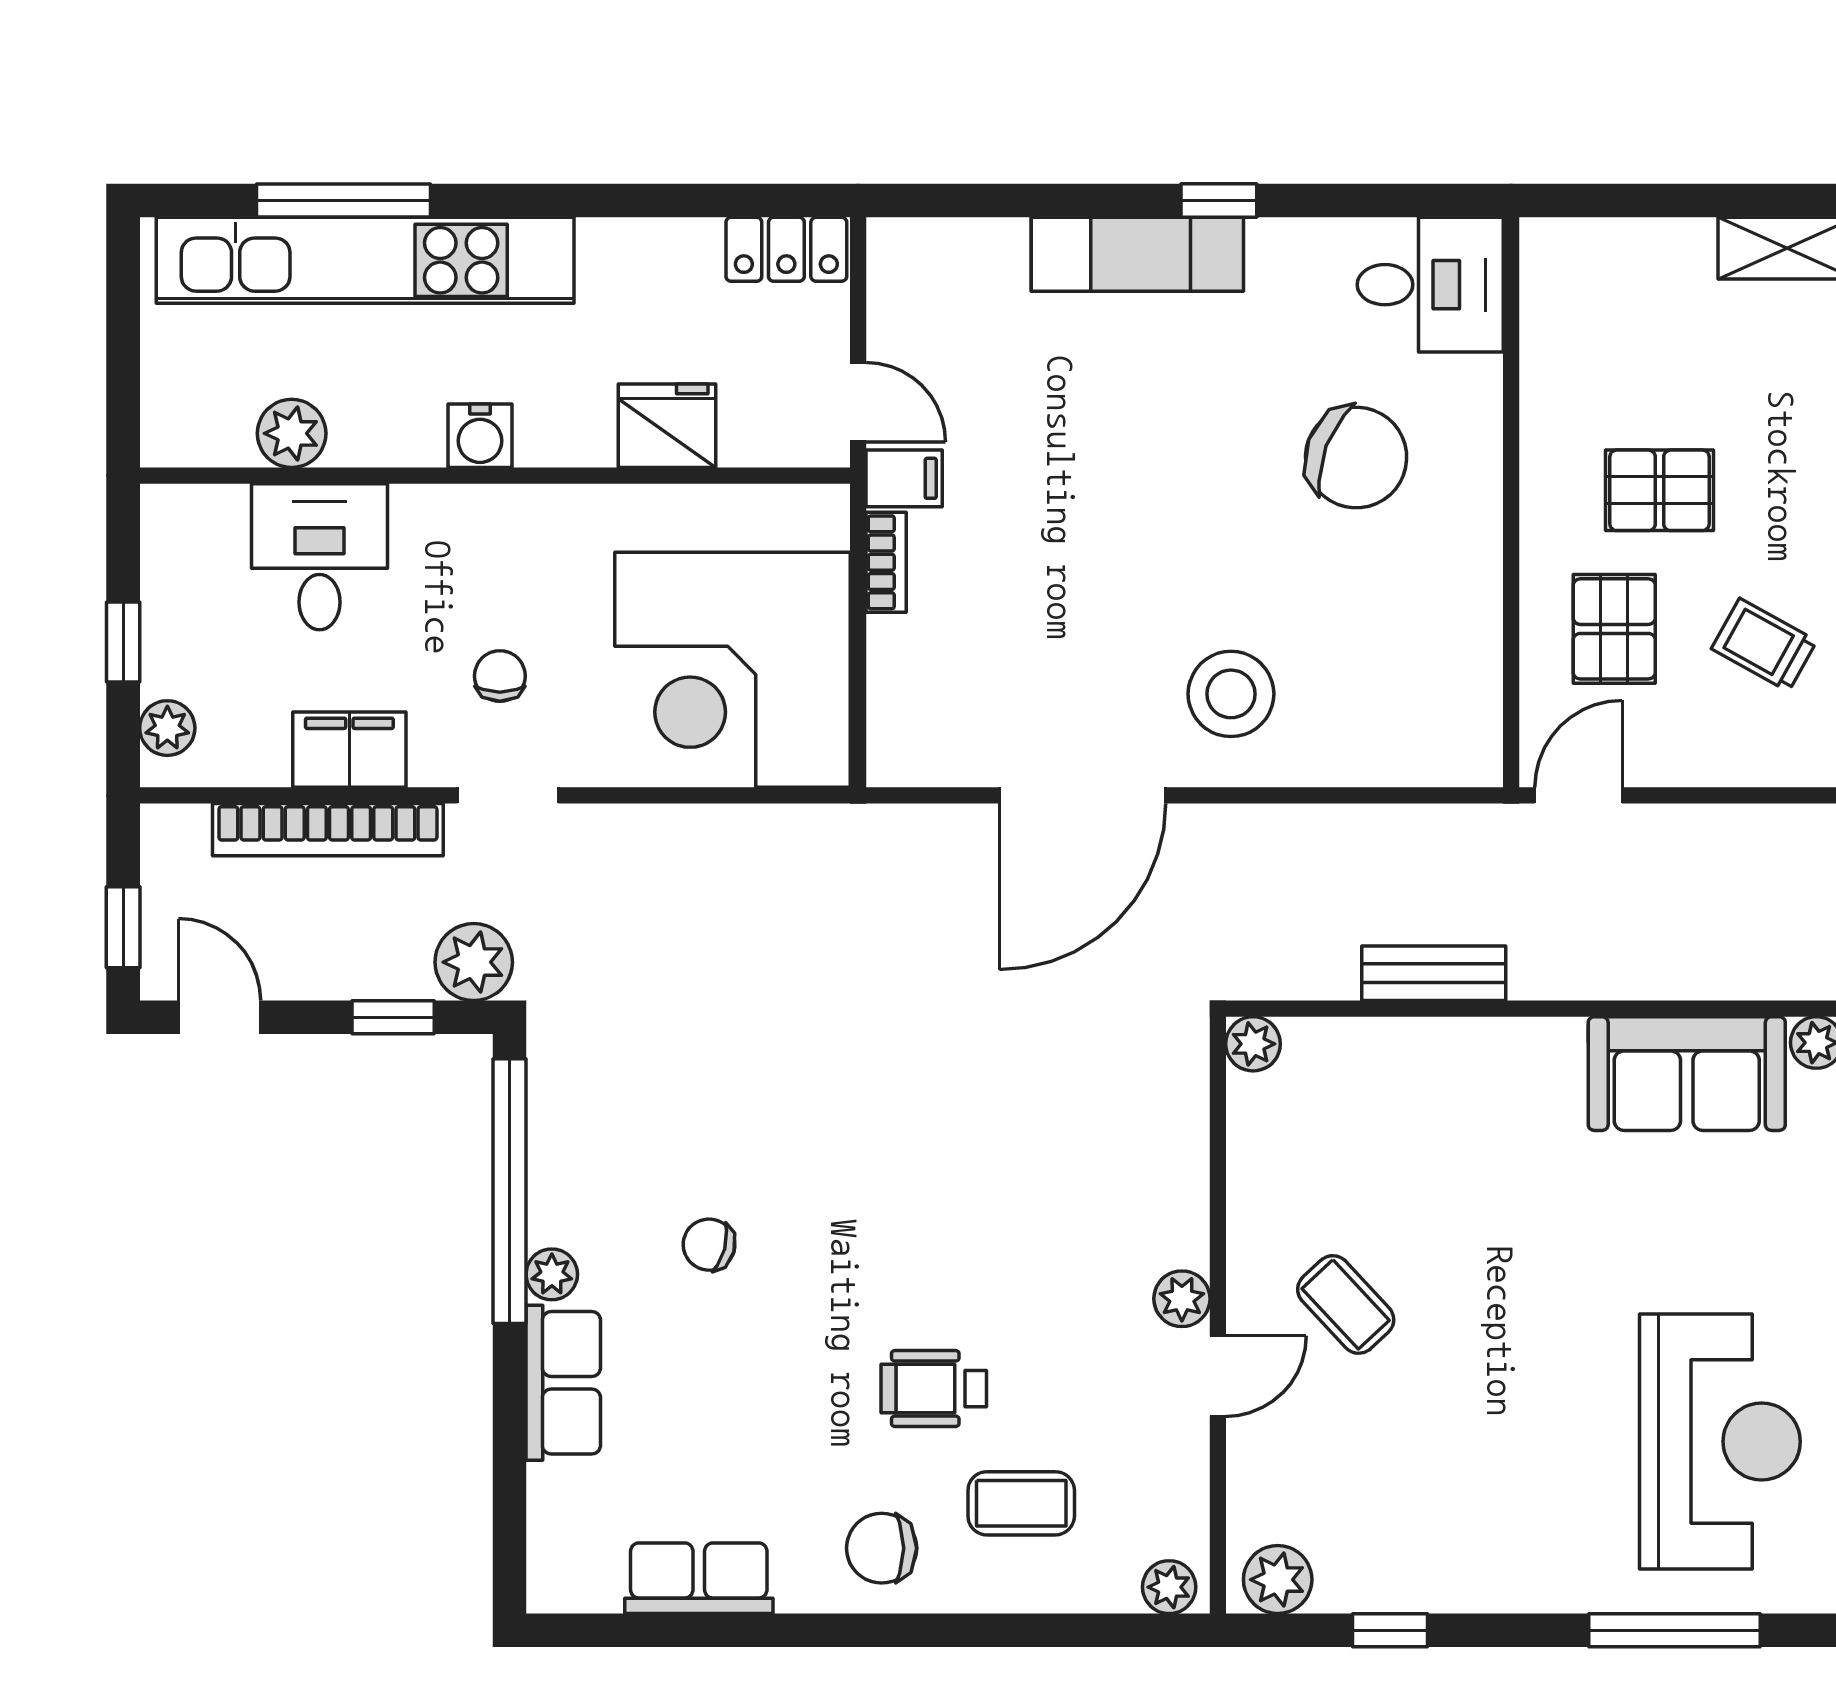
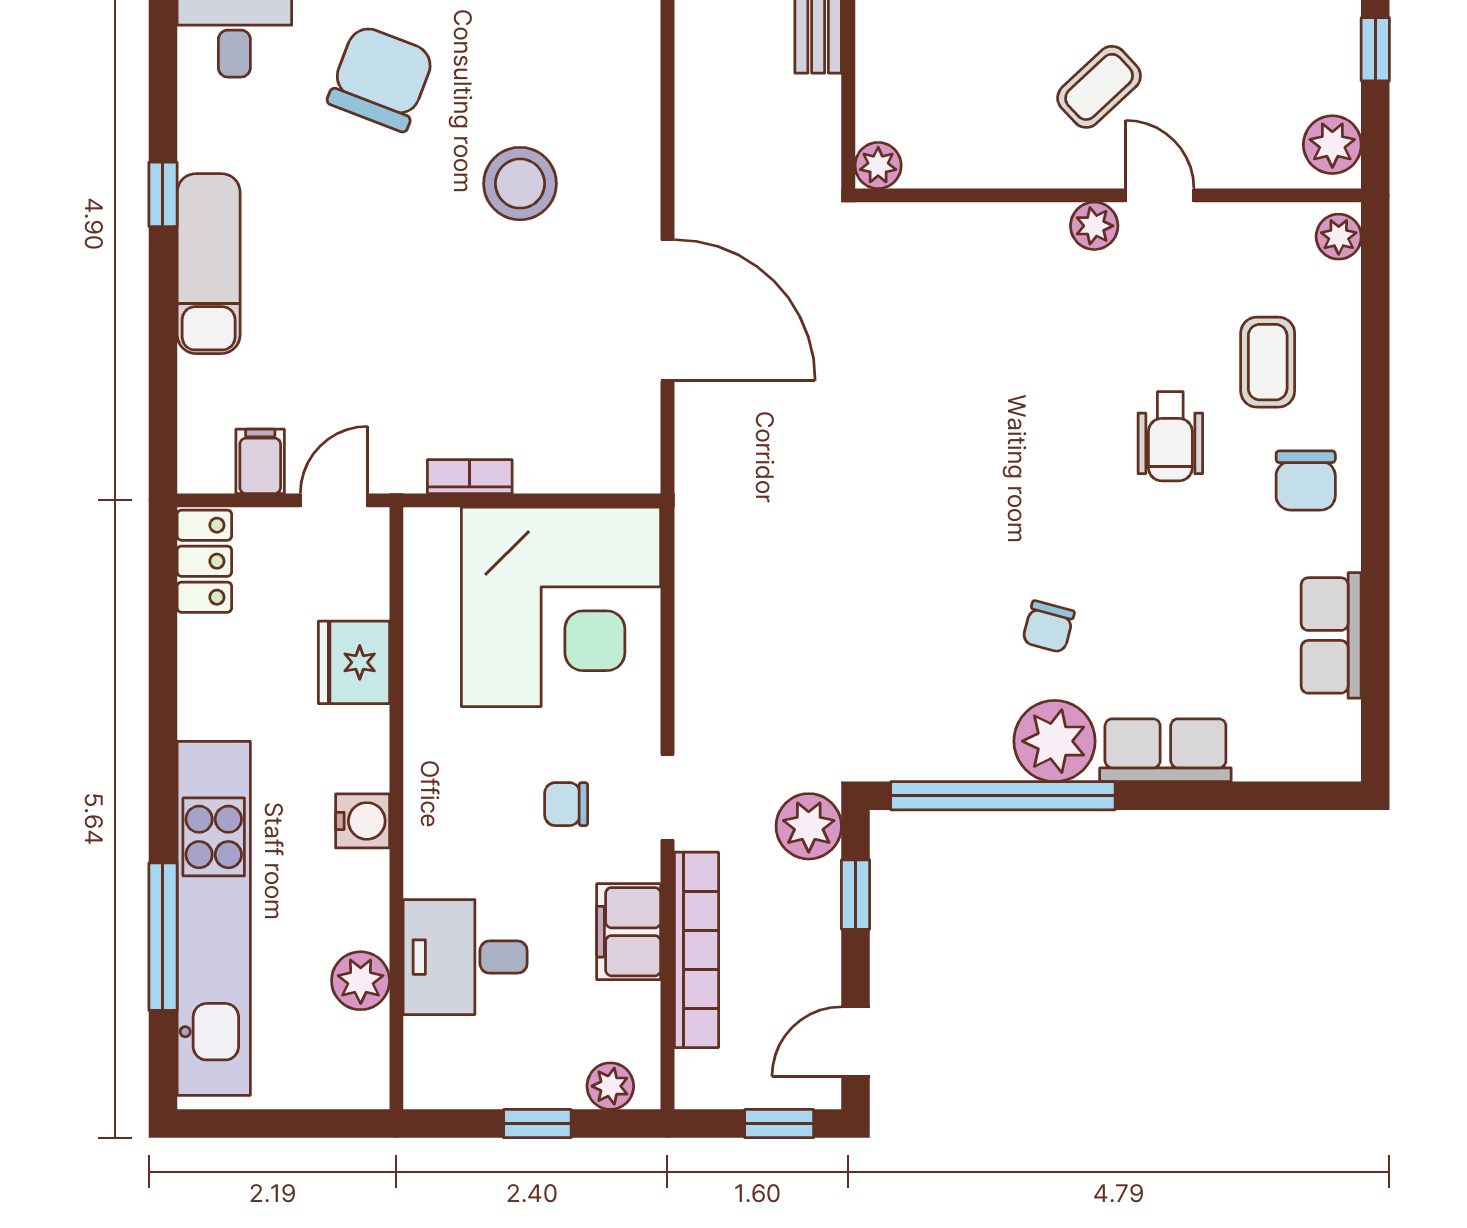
filing cabinet: (904, 478) -> (260, 461), moved
stool: (1231, 694) -> (520, 184), moved
plant: (552, 1274) -> (1055, 741), width x1.88, depth x1.88

